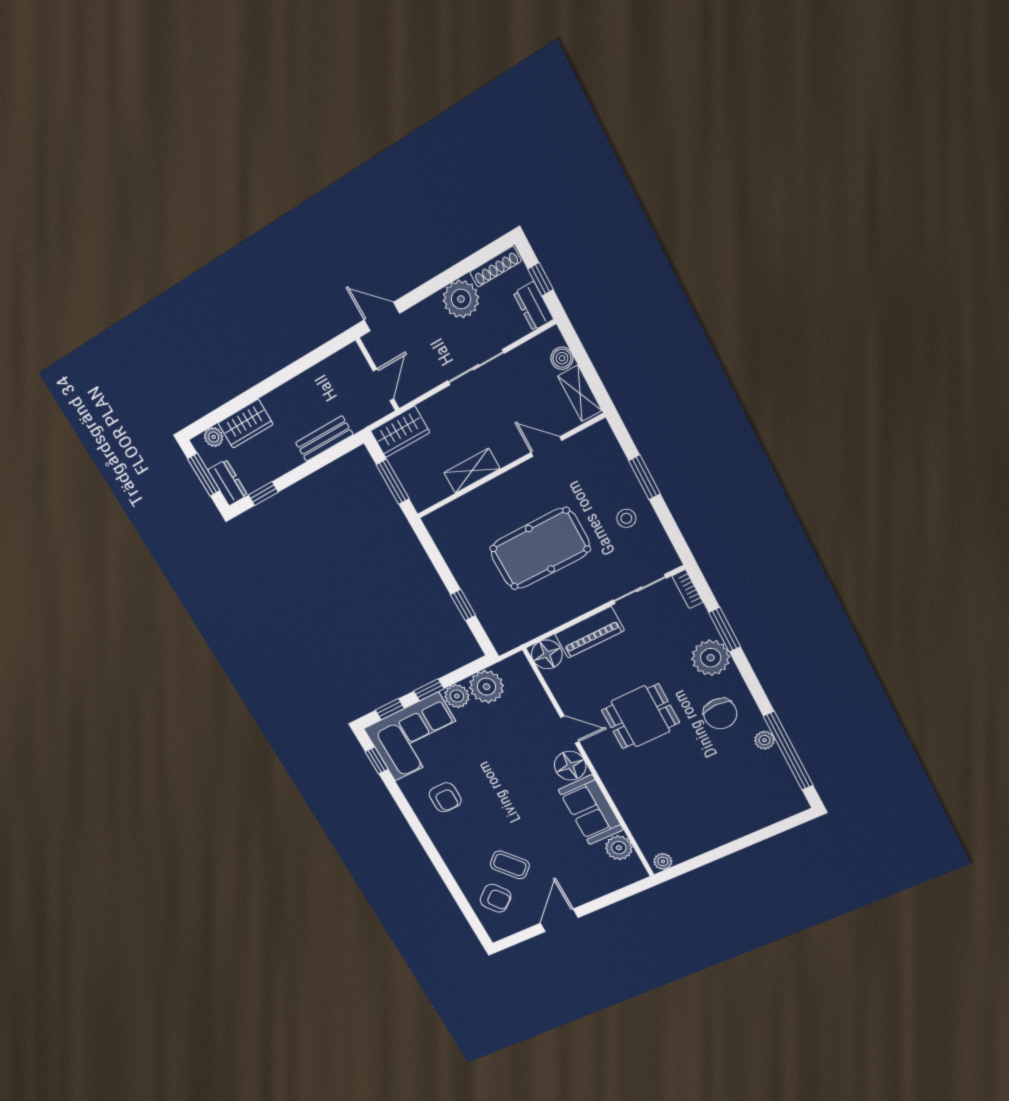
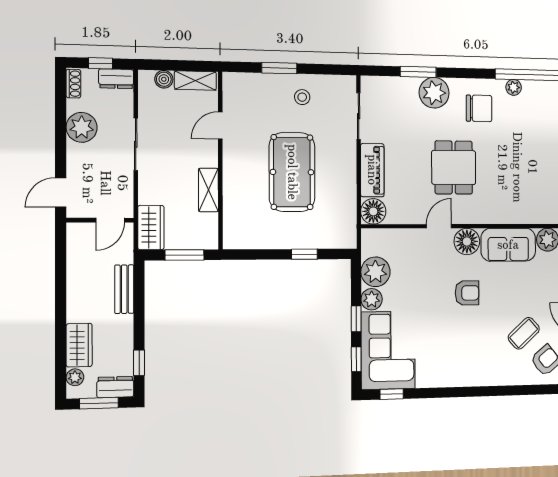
shoe rack: (496, 267) -> (73, 84), width x0.70
door: (383, 385) -> (110, 220), swing flipped
bookcase: (687, 589) -> (376, 82), removed
armchair: (445, 797) -> (467, 293), moved

